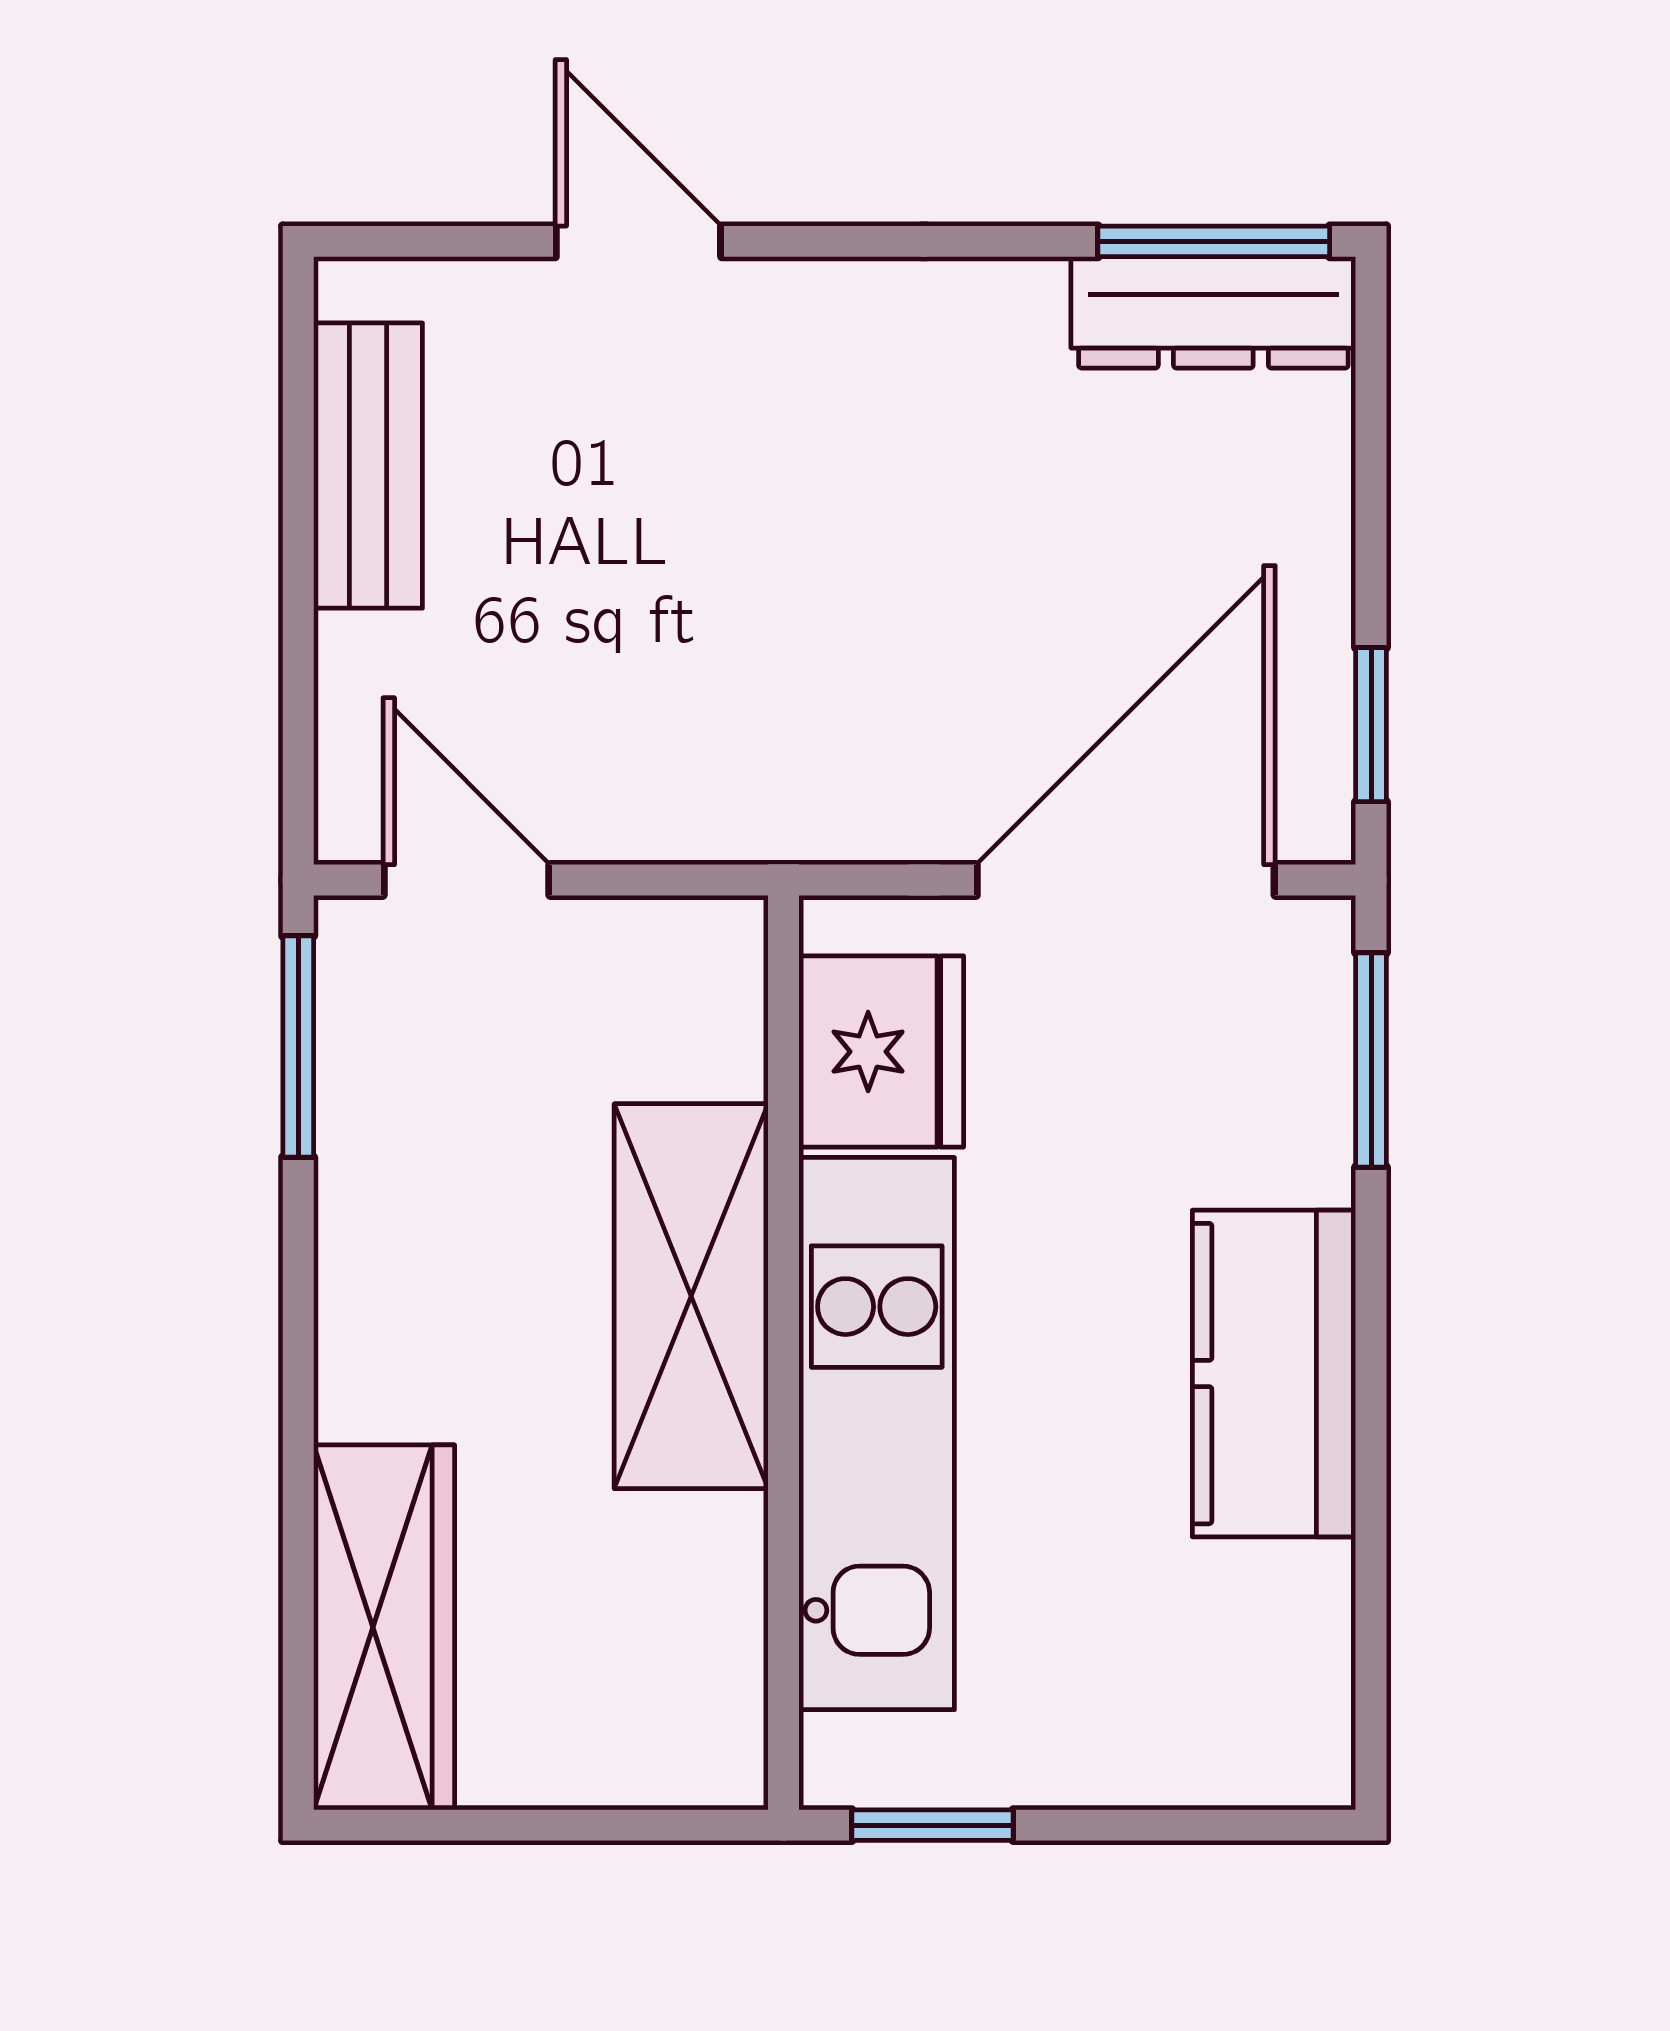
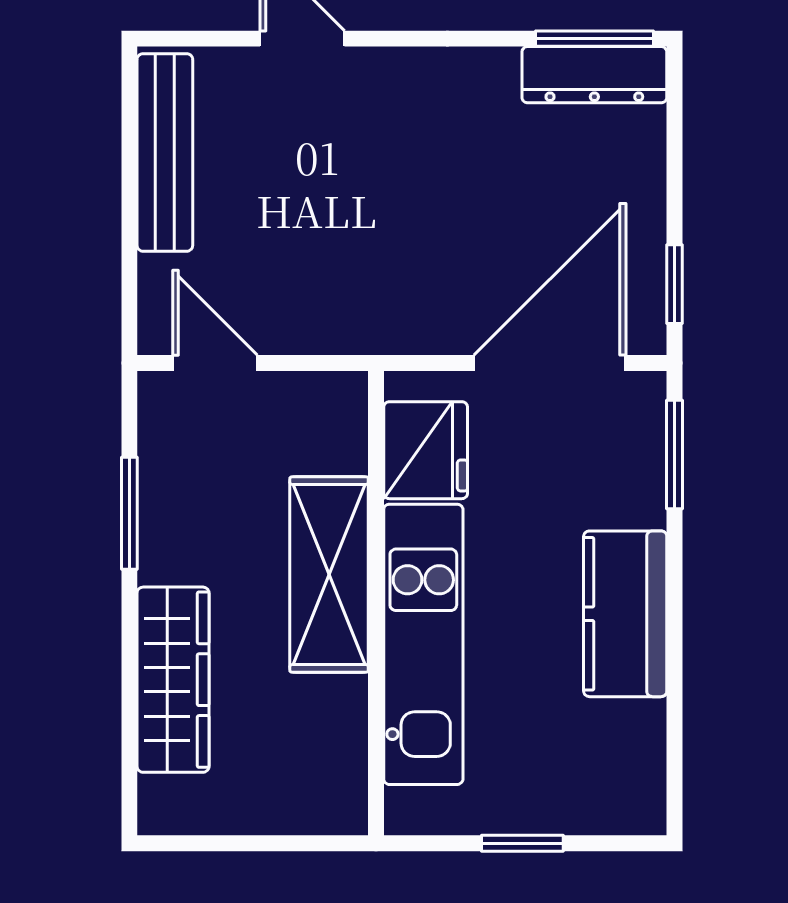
bench: (368, 466) -> (165, 152), width x1.36
window: (298, 1047) -> (129, 513), moved
wardrobe: (384, 1627) -> (173, 680), moved
window: (933, 1825) -> (522, 843), moved

